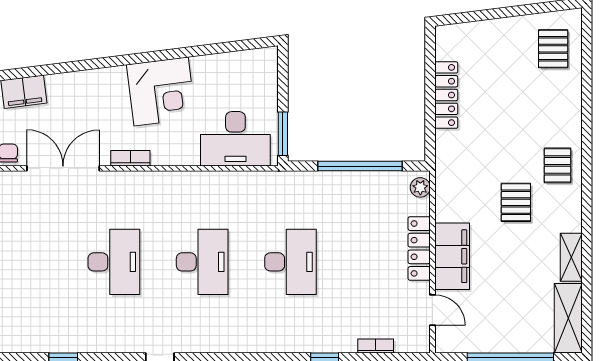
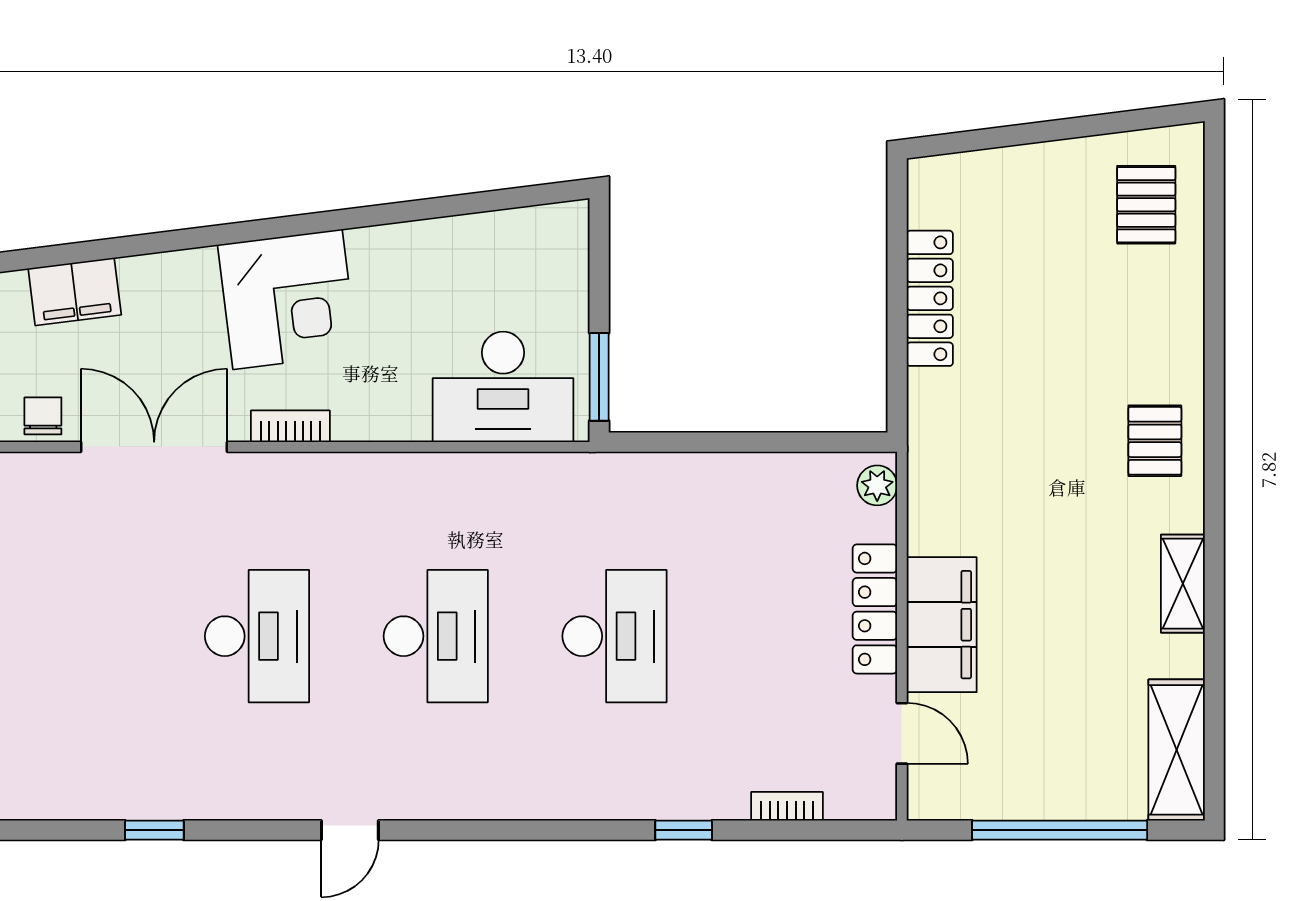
corner desk: (161, 91) -> (288, 299), moved
window: (360, 166) -> (755, 442), removed
pallet: (516, 202) -> (1071, 516), removed
shelving: (571, 257) -> (1183, 584), moved

